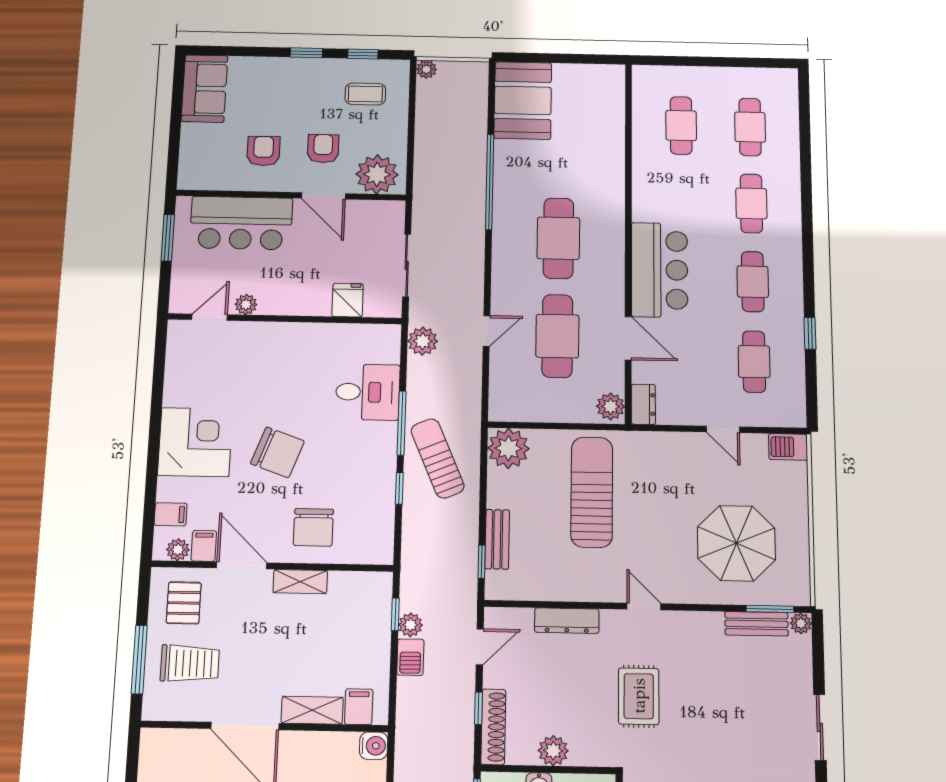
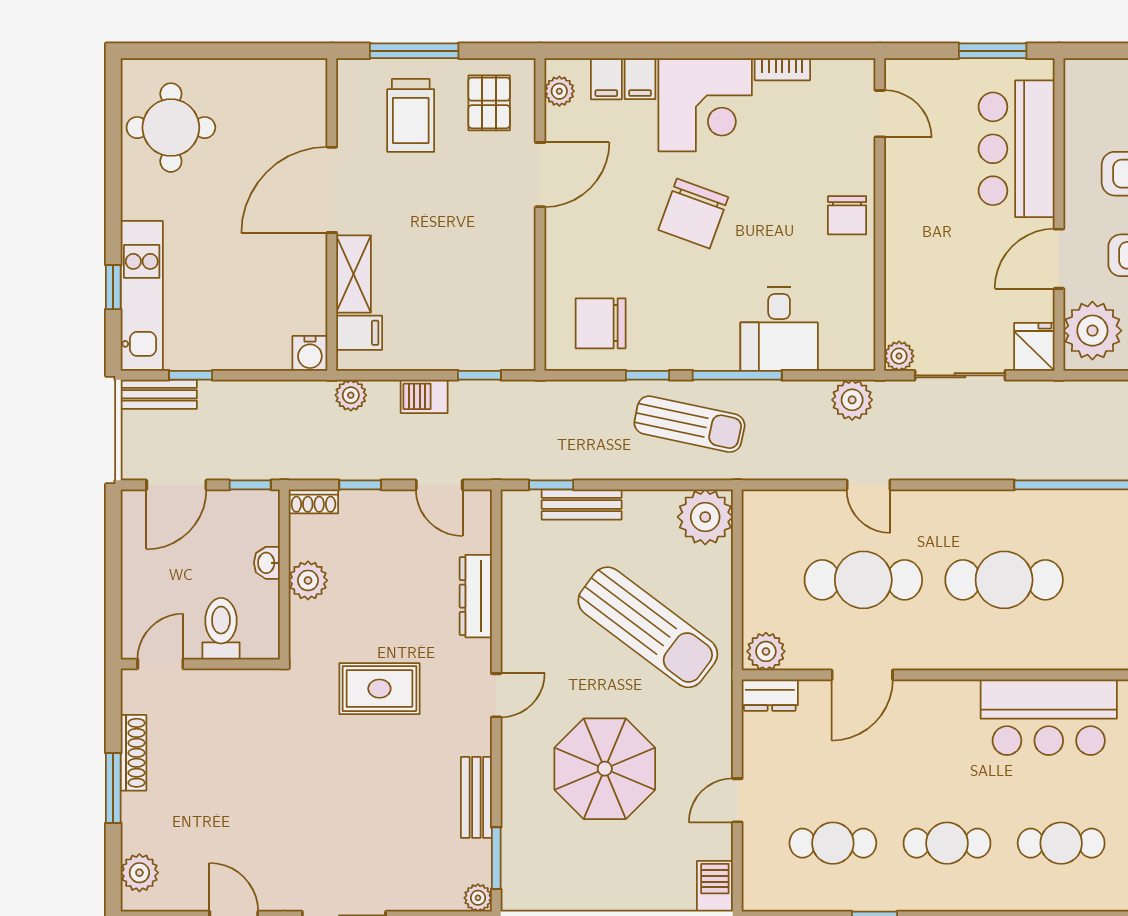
bar counter: (659, 270) -> (1049, 717), moved
fridge: (348, 300) -> (1034, 347), moved, turned -90
plant: (246, 304) -> (899, 356), moved
chair: (284, 342) -> (847, 215), added
bookcase: (172, 386) -> (782, 69), added
sun lounger: (438, 458) -> (689, 424), turned 35
sun lounger: (592, 492) -> (648, 627), turned 37
chair: (313, 527) -> (601, 323), moved
parasol: (736, 543) -> (605, 769), moved
filing cabinet: (204, 546) -> (640, 79), moved, turned 90
shelving: (300, 582) -> (520, 251), removed
pallet: (184, 603) -> (489, 103), turned 90
bench: (757, 624) -> (476, 797), moved
plant: (410, 625) -> (351, 395), moved
shoe rack: (493, 727) -> (313, 501), width x0.51, depth x0.81

